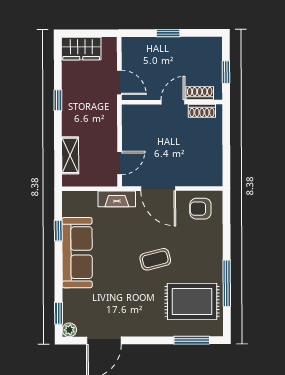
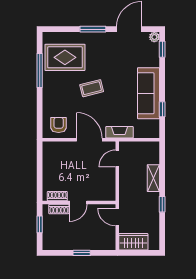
wardrobe: (81, 49) -> (133, 242), moved
shelving: (70, 155) -> (153, 178), moved
armchair: (200, 209) -> (59, 125), turned -90
window: (192, 340) -> (93, 29), moved

